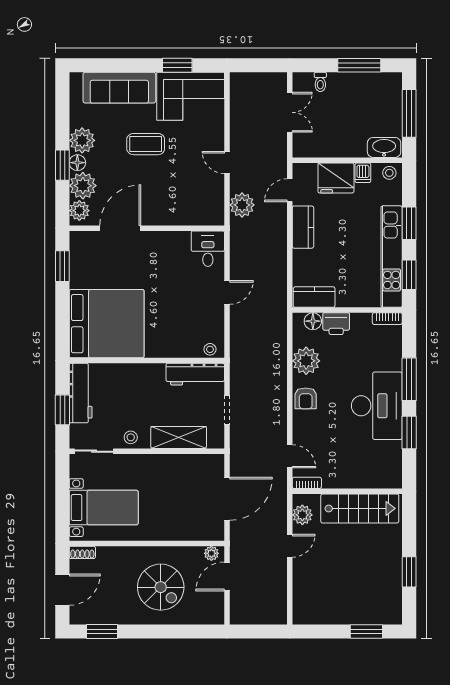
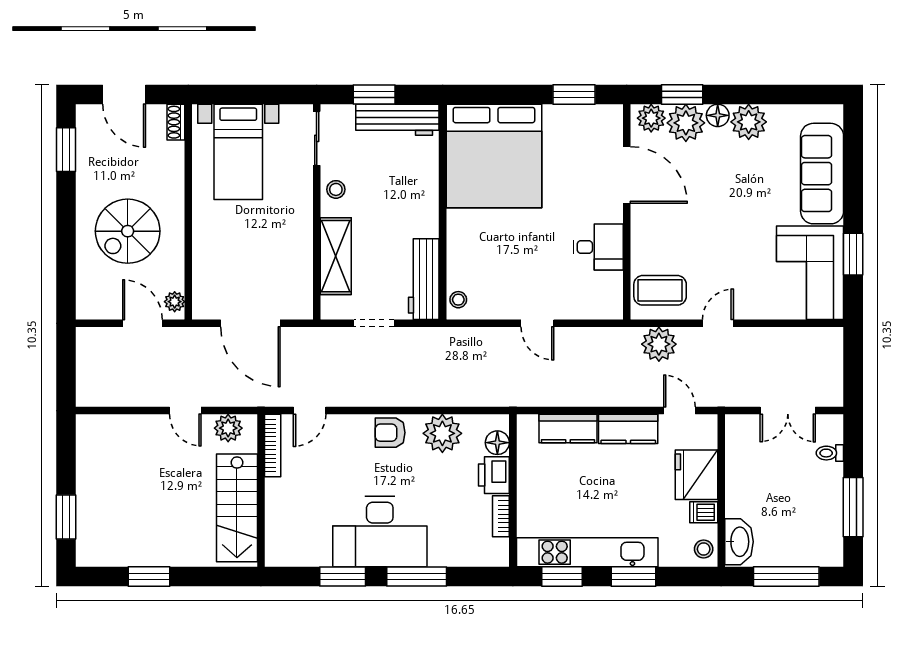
coffee table: (146, 144) -> (660, 290), moved, turned 90
window: (62, 165) -> (682, 94), moved
desk: (208, 249) -> (598, 247), moved
kitchen counter: (314, 297) -> (568, 429), moved, turned 90
bookcase: (387, 319) -> (501, 516), moved
bookcase: (307, 483) -> (273, 446), width x1.56

